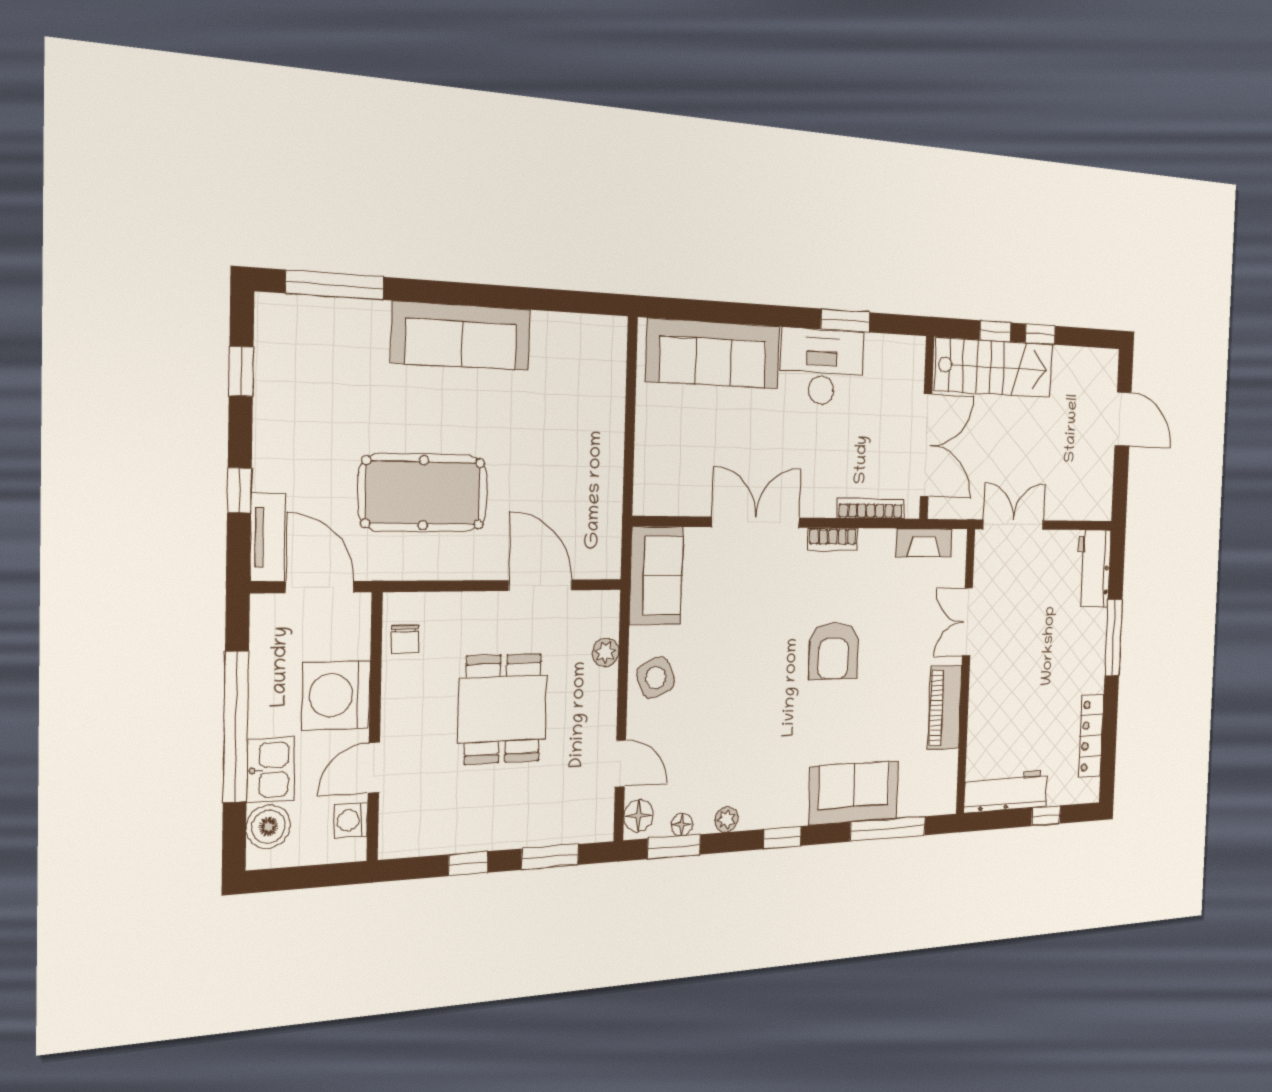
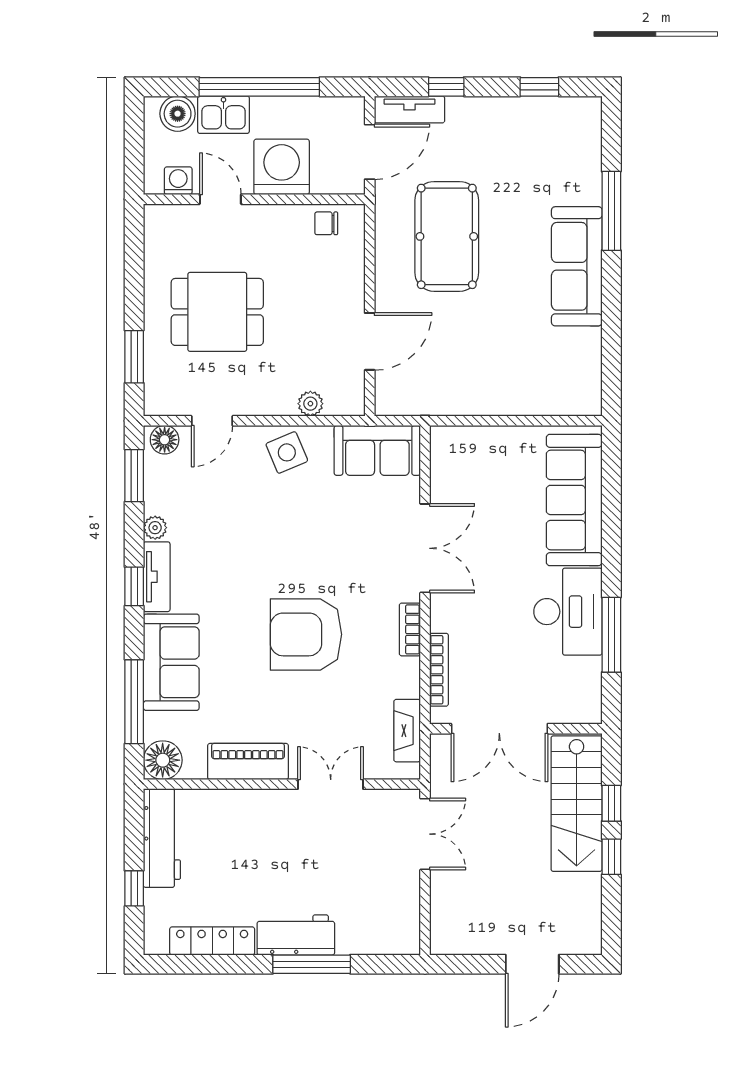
window: (335, 285) -> (611, 211), moved
window: (845, 321) -> (611, 635), width x1.44
workbench: (1094, 569) -> (296, 935), moved
armchair: (833, 651) -> (306, 634), width x1.36, depth x1.36
dining table: (503, 709) -> (217, 312), moved
tv unit: (774, 814) -> (157, 577), added
floor lamp: (682, 824) -> (163, 760), moved, width x1.89, depth x1.89
window: (468, 864) -> (134, 283), removed

